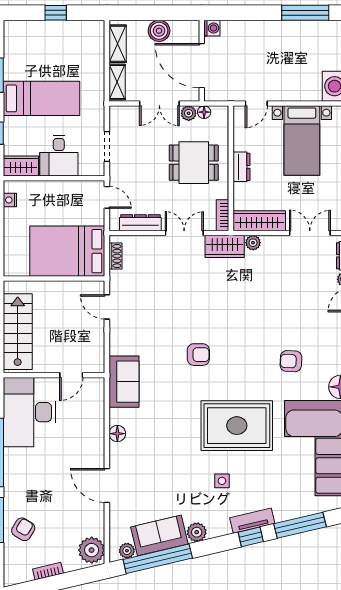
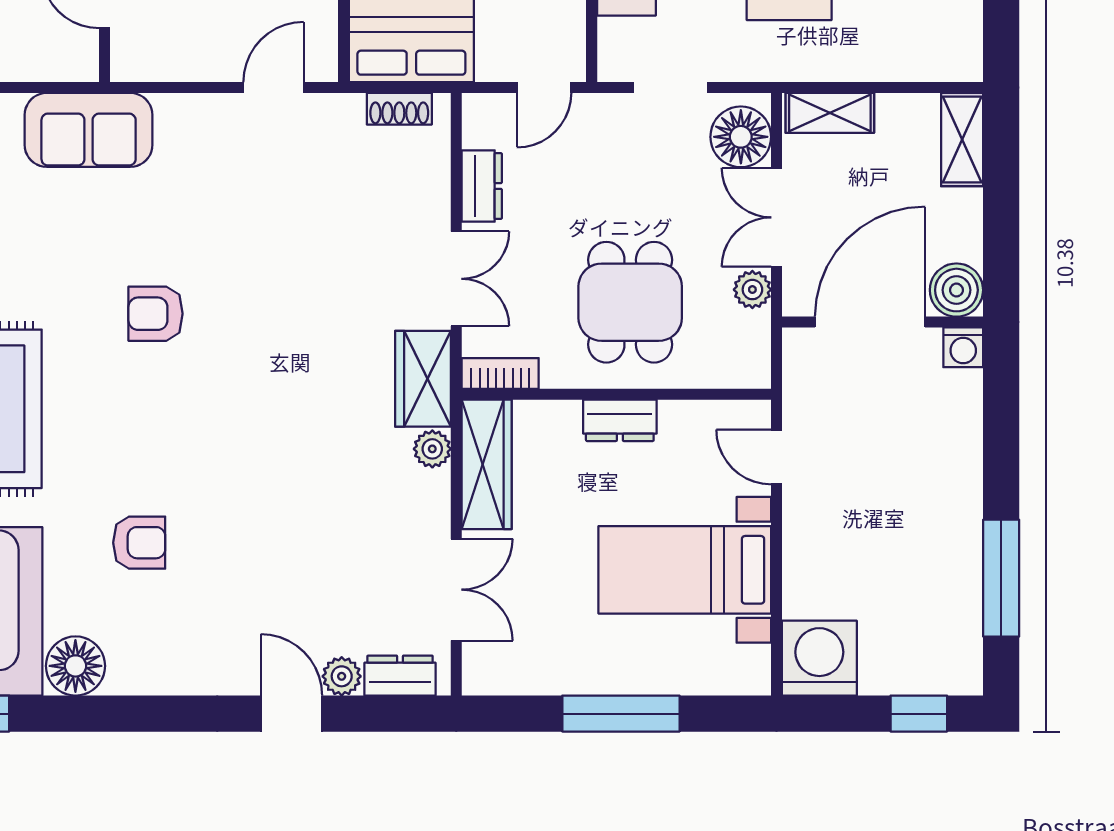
boiler: (159, 31) -> (956, 290), moved
shelving: (118, 44) -> (962, 140), moved, turned 90
floor lamp: (204, 112) -> (741, 137), moved, width x1.89, depth x1.89
dresser: (140, 223) -> (482, 186), width x0.70
armchair: (198, 355) -> (156, 314), turned 90
armchair: (291, 361) -> (139, 543), turned 88

